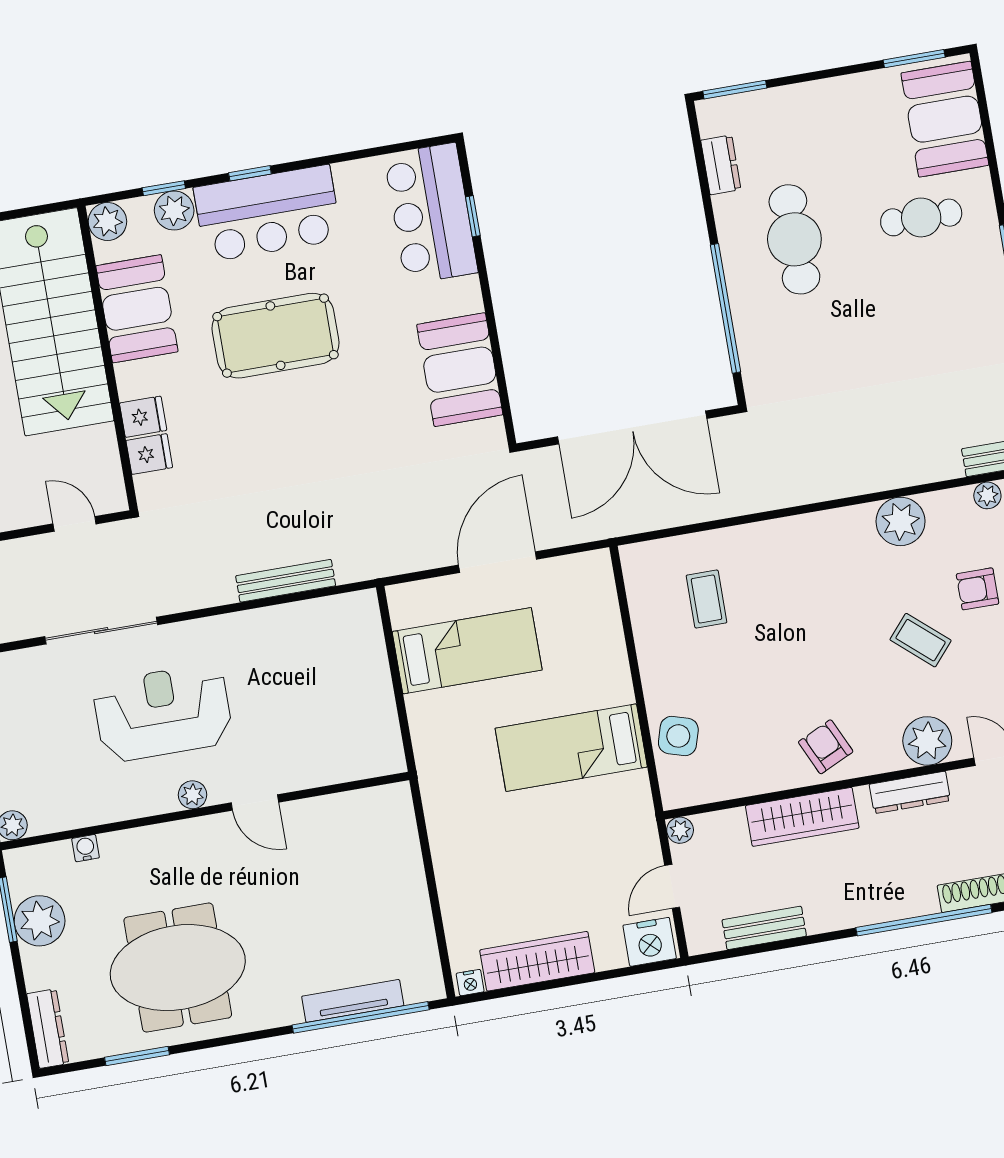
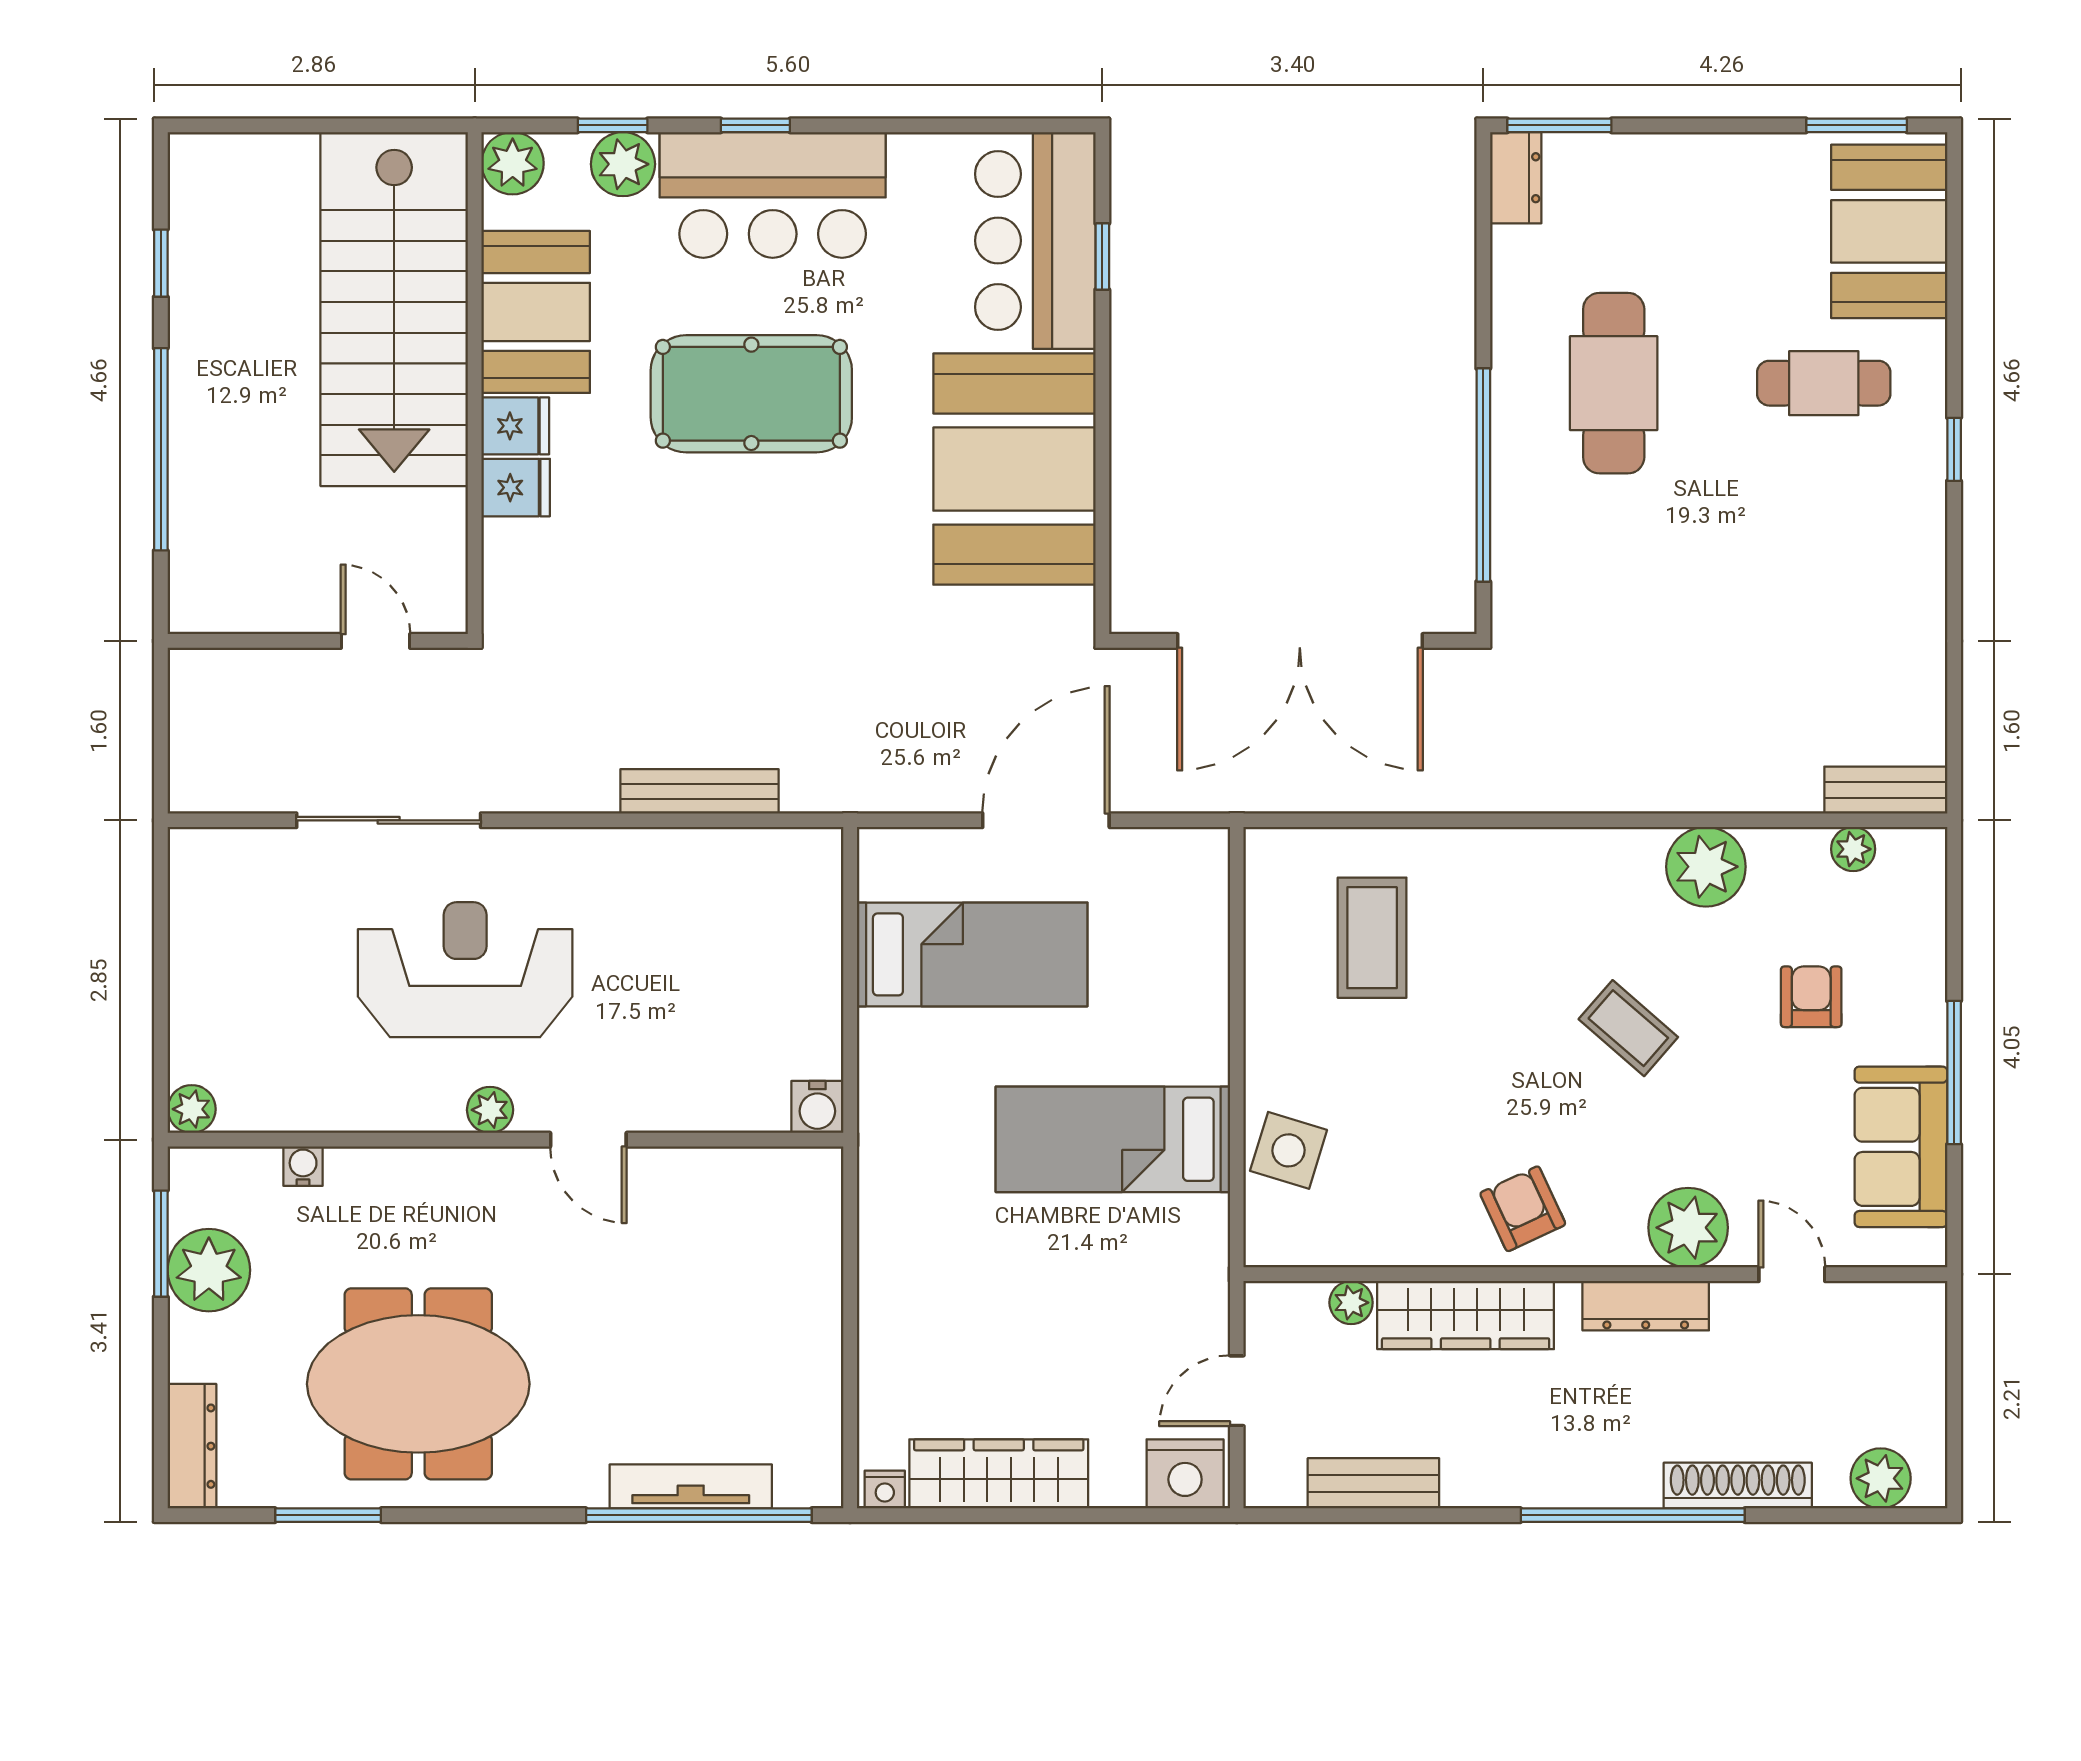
dresser: (721, 165) -> (1516, 178), moved
booth: (460, 370) -> (1014, 469), width x1.36, depth x1.42
fridge: (149, 454) -> (515, 426), moved
armchair: (978, 589) -> (1811, 997), turned 90
coffee table: (707, 599) -> (1372, 938), width x1.36, depth x1.30
coffee table: (921, 640) -> (1628, 1028), moved
water cooler: (390, 759) -> (817, 1107), added
plant: (680, 830) -> (1351, 1303), moved

